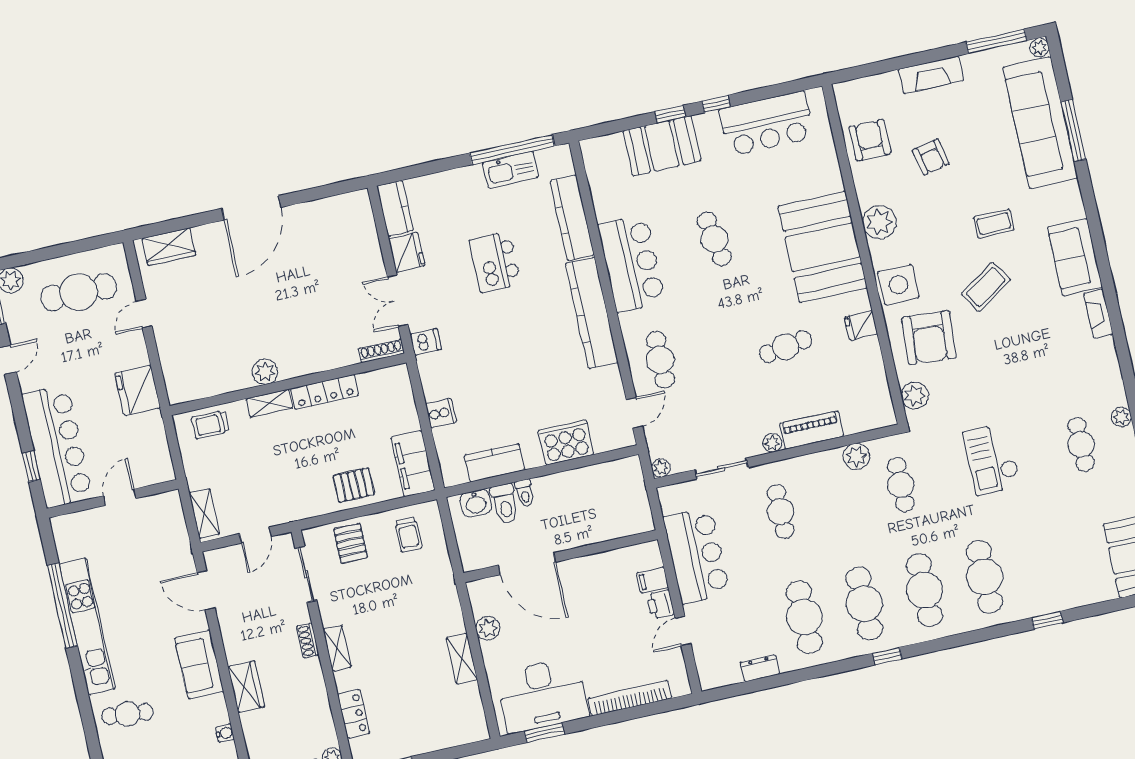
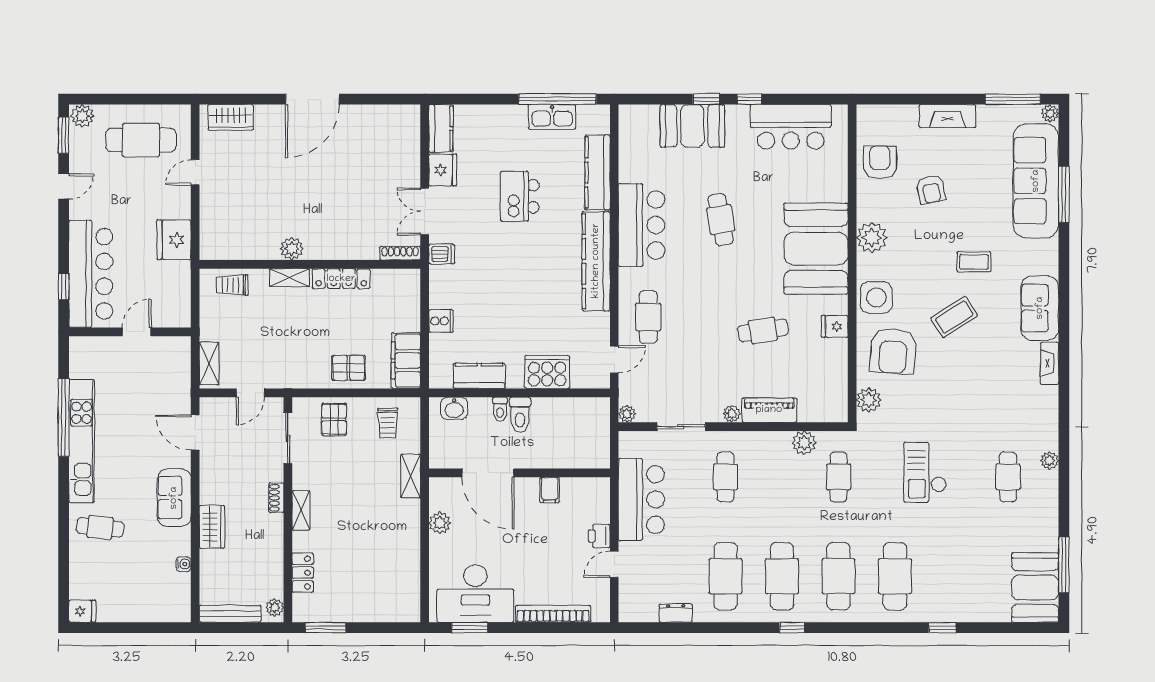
toilet: (505, 504) -> (520, 415), moved
filing cabinet: (653, 580) -> (550, 490), moved, turned -90
shelving: (462, 659) -> (411, 476), moved

